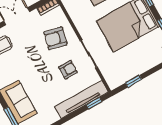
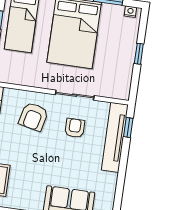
window: (134, 81) -> (139, 54), moved

